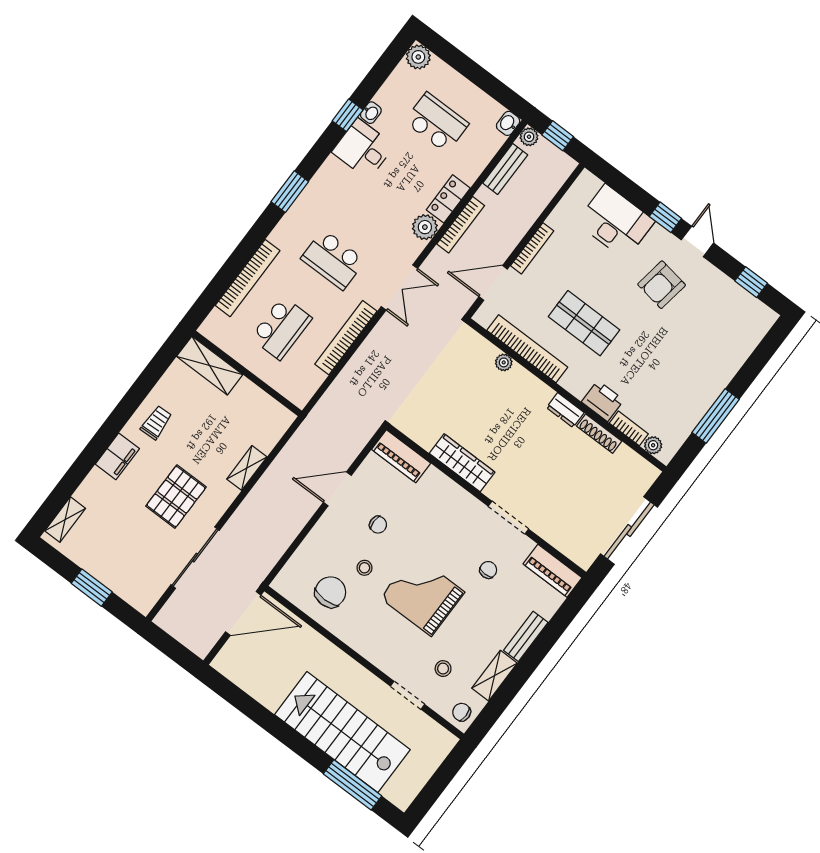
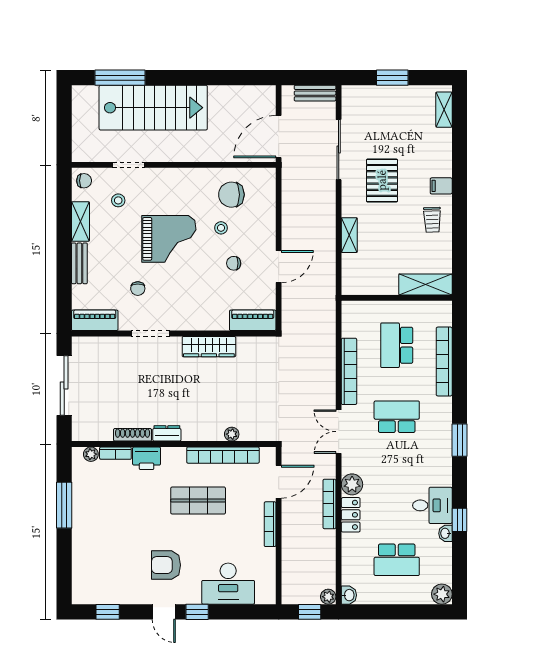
bench: (505, 169) -> (315, 93), moved, turned 90
armchair: (662, 285) -> (166, 565), turned -99
filing cabinet: (117, 456) -> (441, 186), width x0.50
chair: (330, 592) -> (231, 195), turned 90

